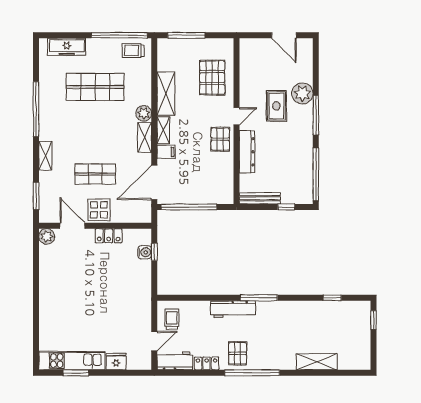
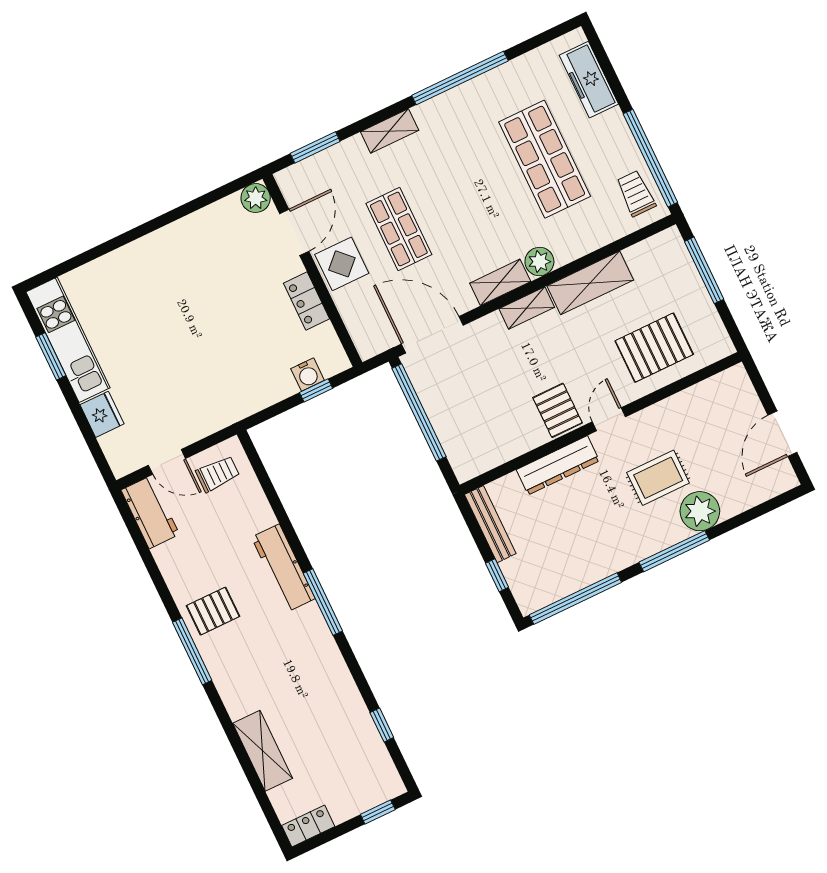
door: (237, 116) -> (609, 419), swing flipped
pallet: (220, 139) -> (558, 410), turned 90
filing cabinet: (166, 152) -> (493, 330), removed
locker: (207, 363) -> (308, 826), moved, turned -90
window: (252, 373) -> (192, 651), width x0.68

